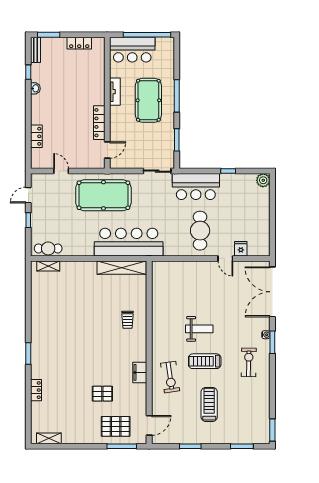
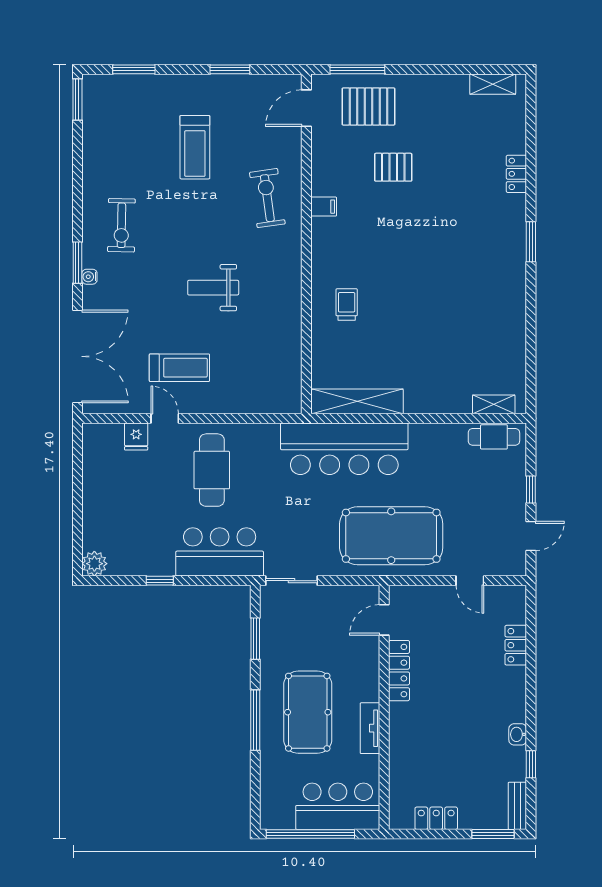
treadmill: (205, 361) -> (179, 368), moved
filing cabinet: (140, 372) -> (324, 207), width x0.50

